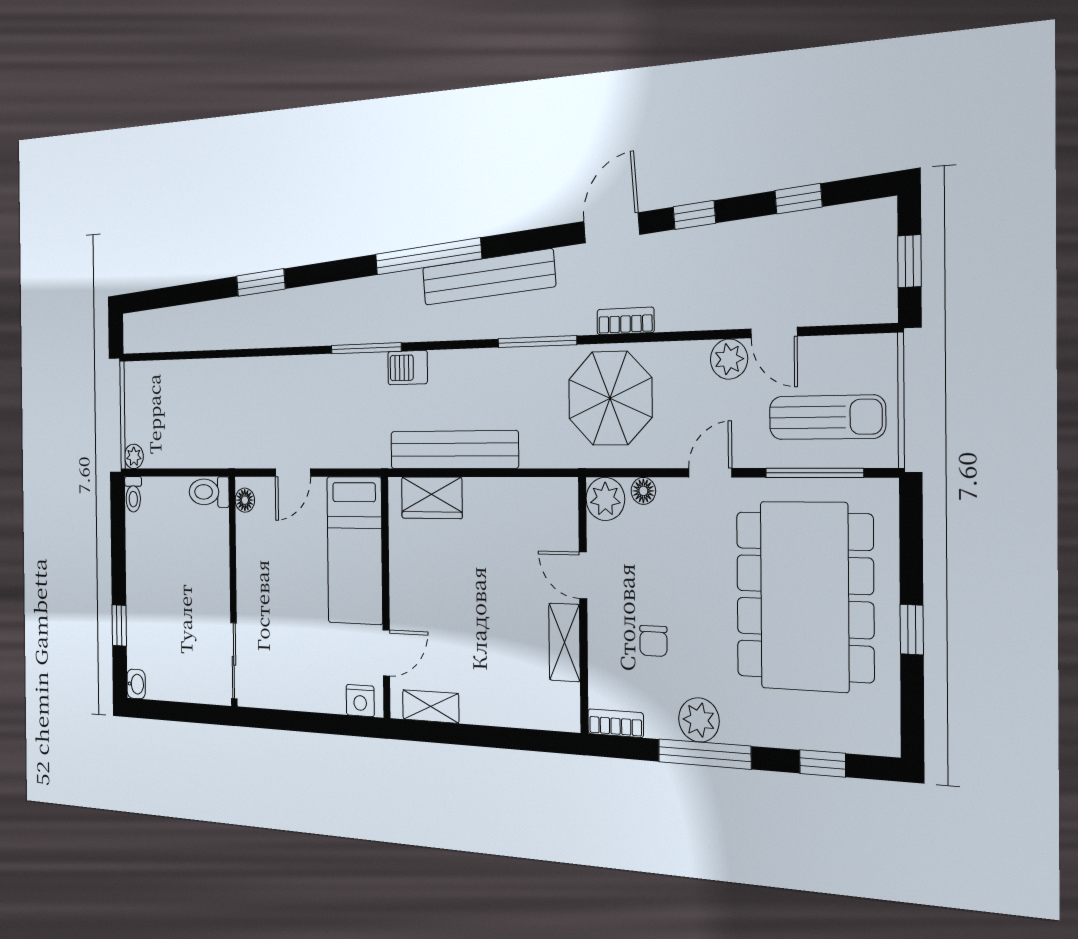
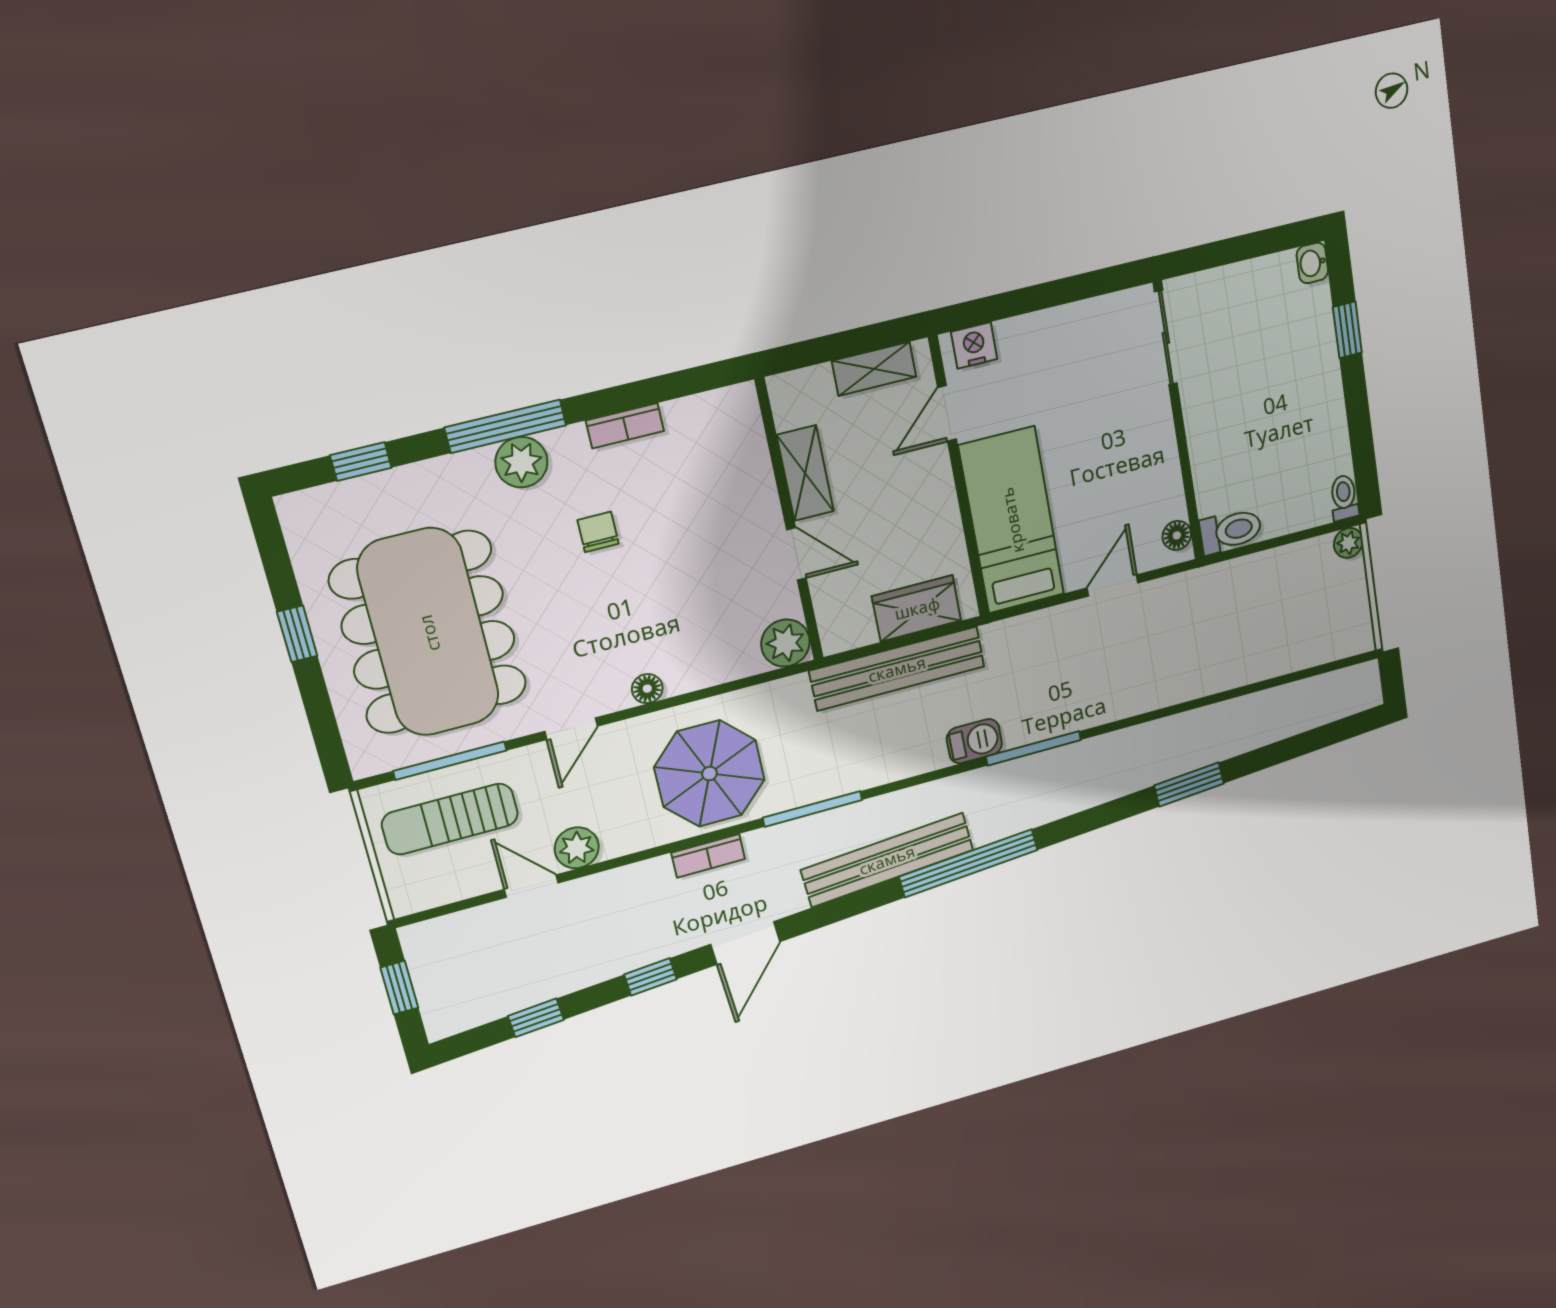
plant: (605, 499) -> (785, 643), moved
door: (583, 575) -> (796, 554), moved
wall: (583, 605) -> (790, 521), moved
shelving: (564, 642) -> (805, 473), moved

